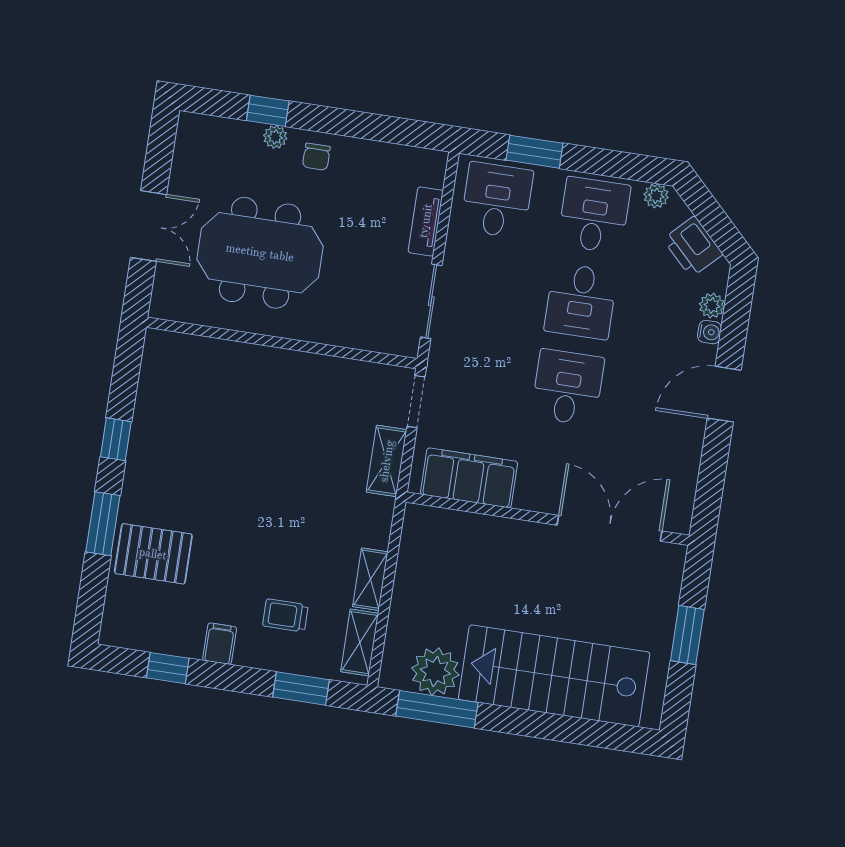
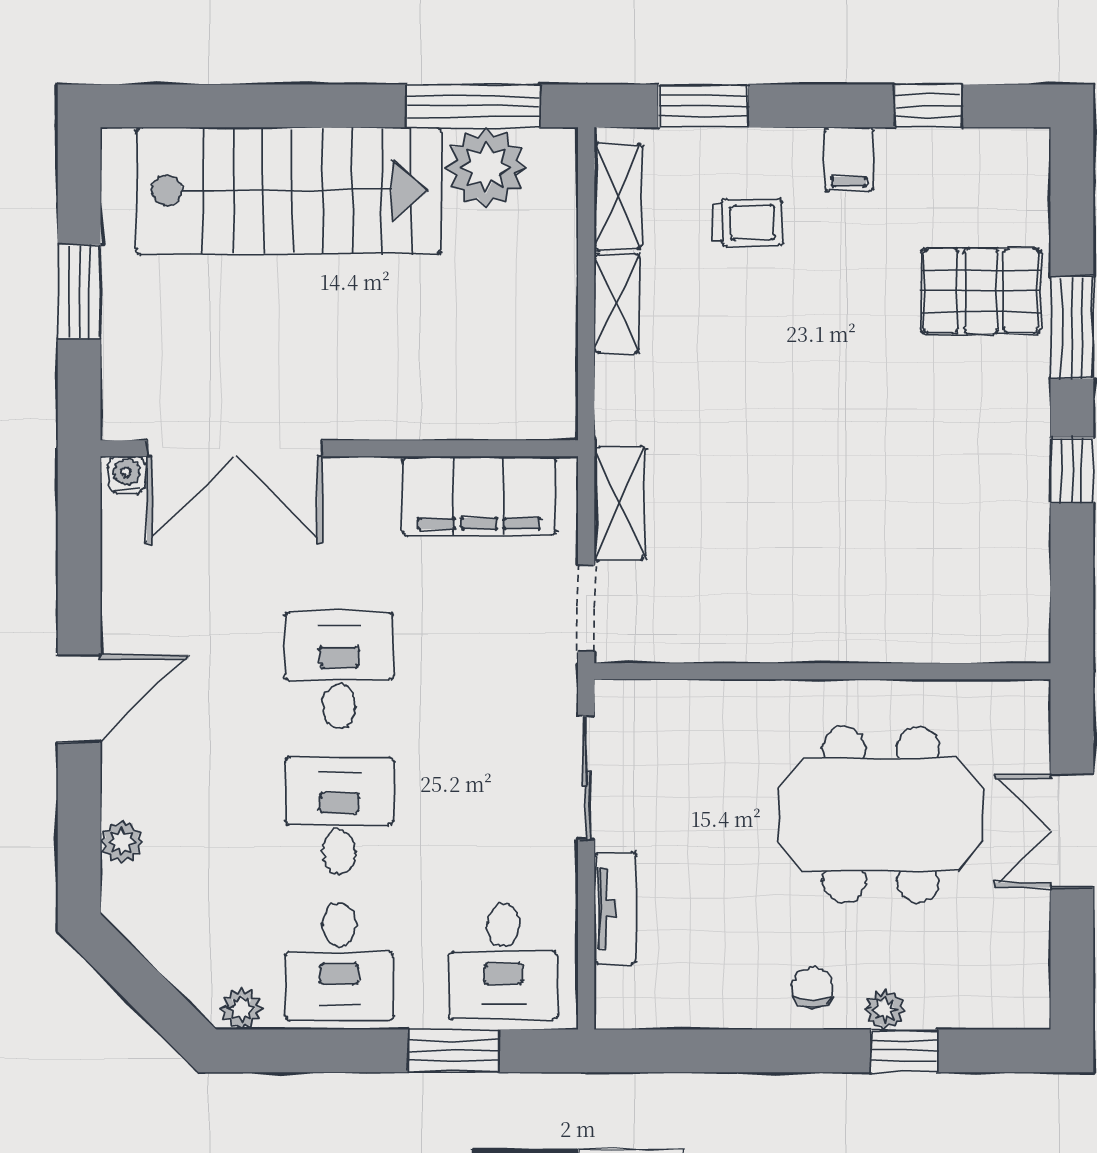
printer: (693, 247) -> (168, 934), removed
water cooler: (709, 332) -> (127, 475), moved, turned 90
desk: (568, 387) -> (339, 670), turned 180

